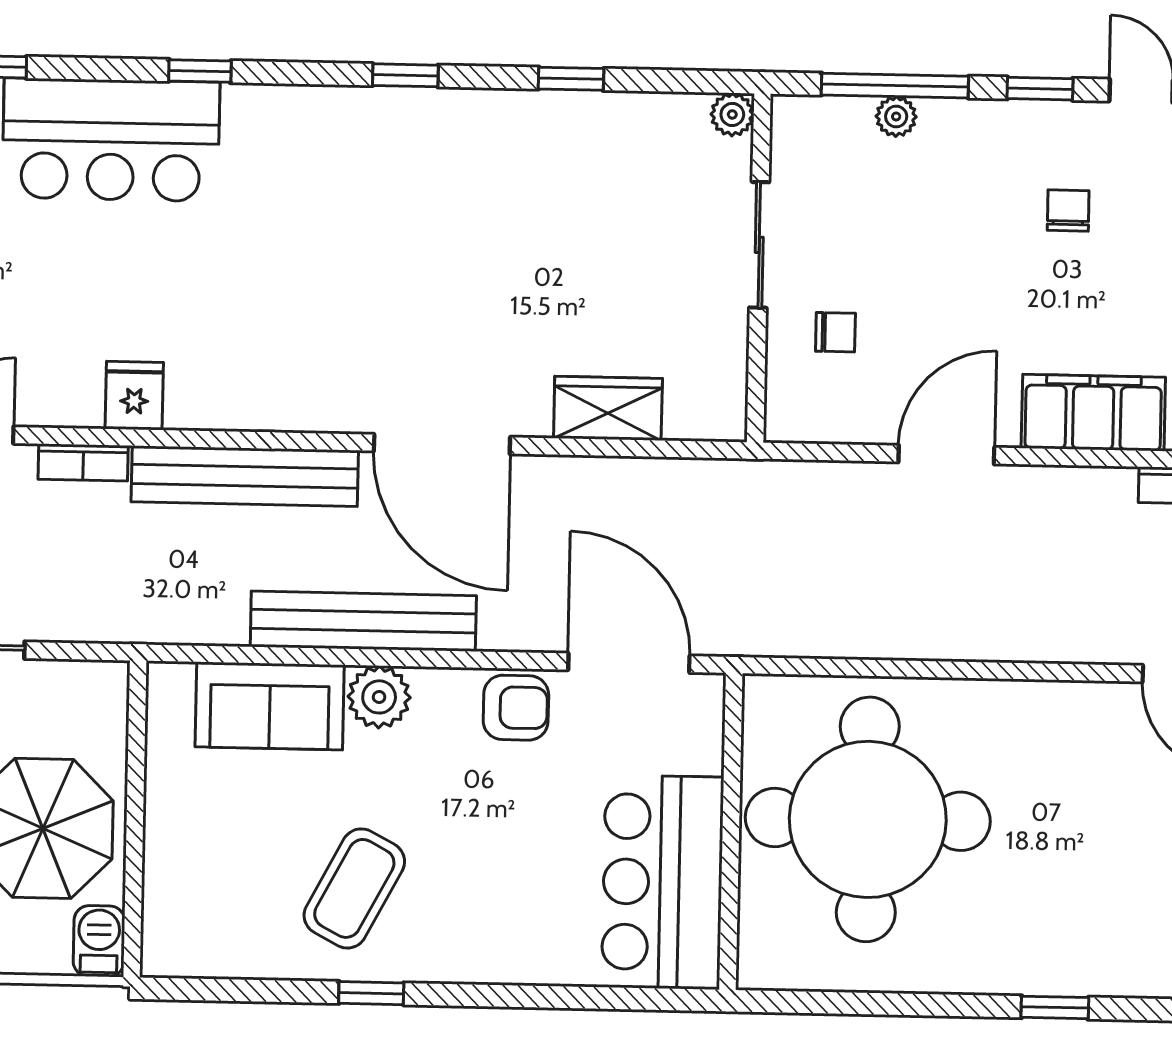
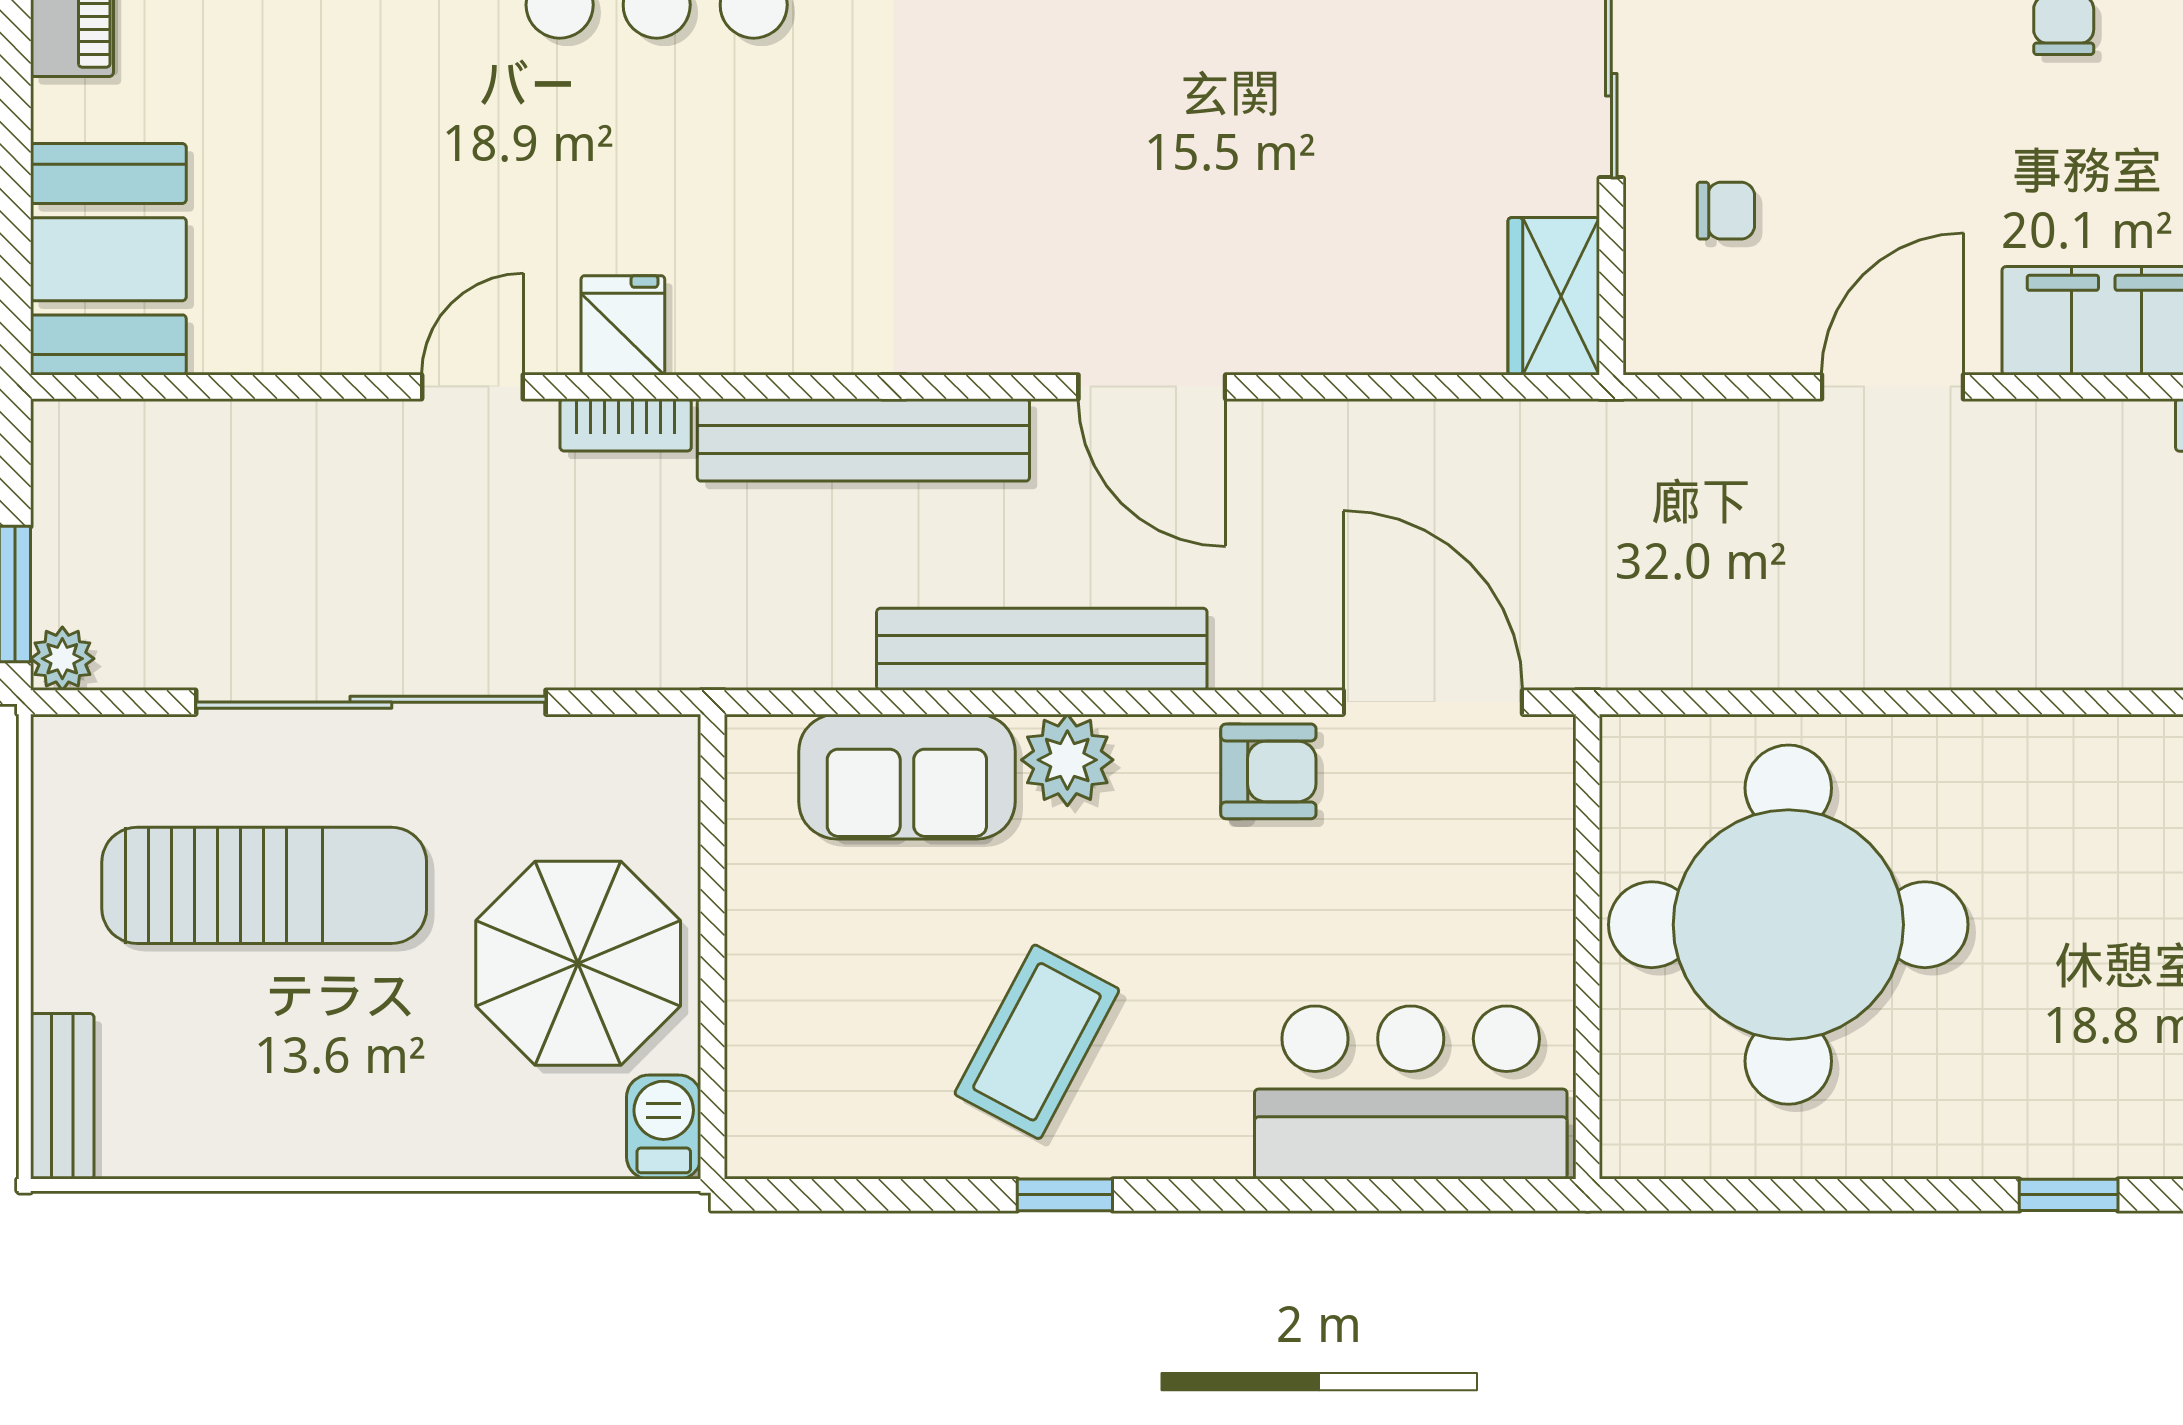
fridge: (134, 396) -> (623, 325), moved
wardrobe: (608, 408) -> (1554, 296), moved, turned -90
door: (442, 444) -> (1152, 387), width x0.73
bar counter: (663, 882) -> (1411, 1092), moved, turned 90

